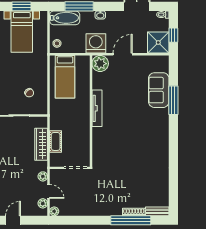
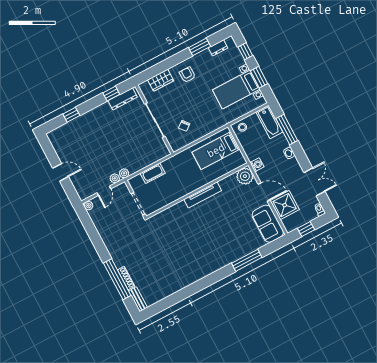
washing machine: (96, 43) -> (257, 165), width x0.53, depth x0.53
shower: (158, 43) -> (285, 205), moved
sofa: (159, 90) -> (268, 224), moved, turned -90
wardrobe: (41, 144) -> (143, 161), removed
plant: (43, 203) -> (124, 173), moved

